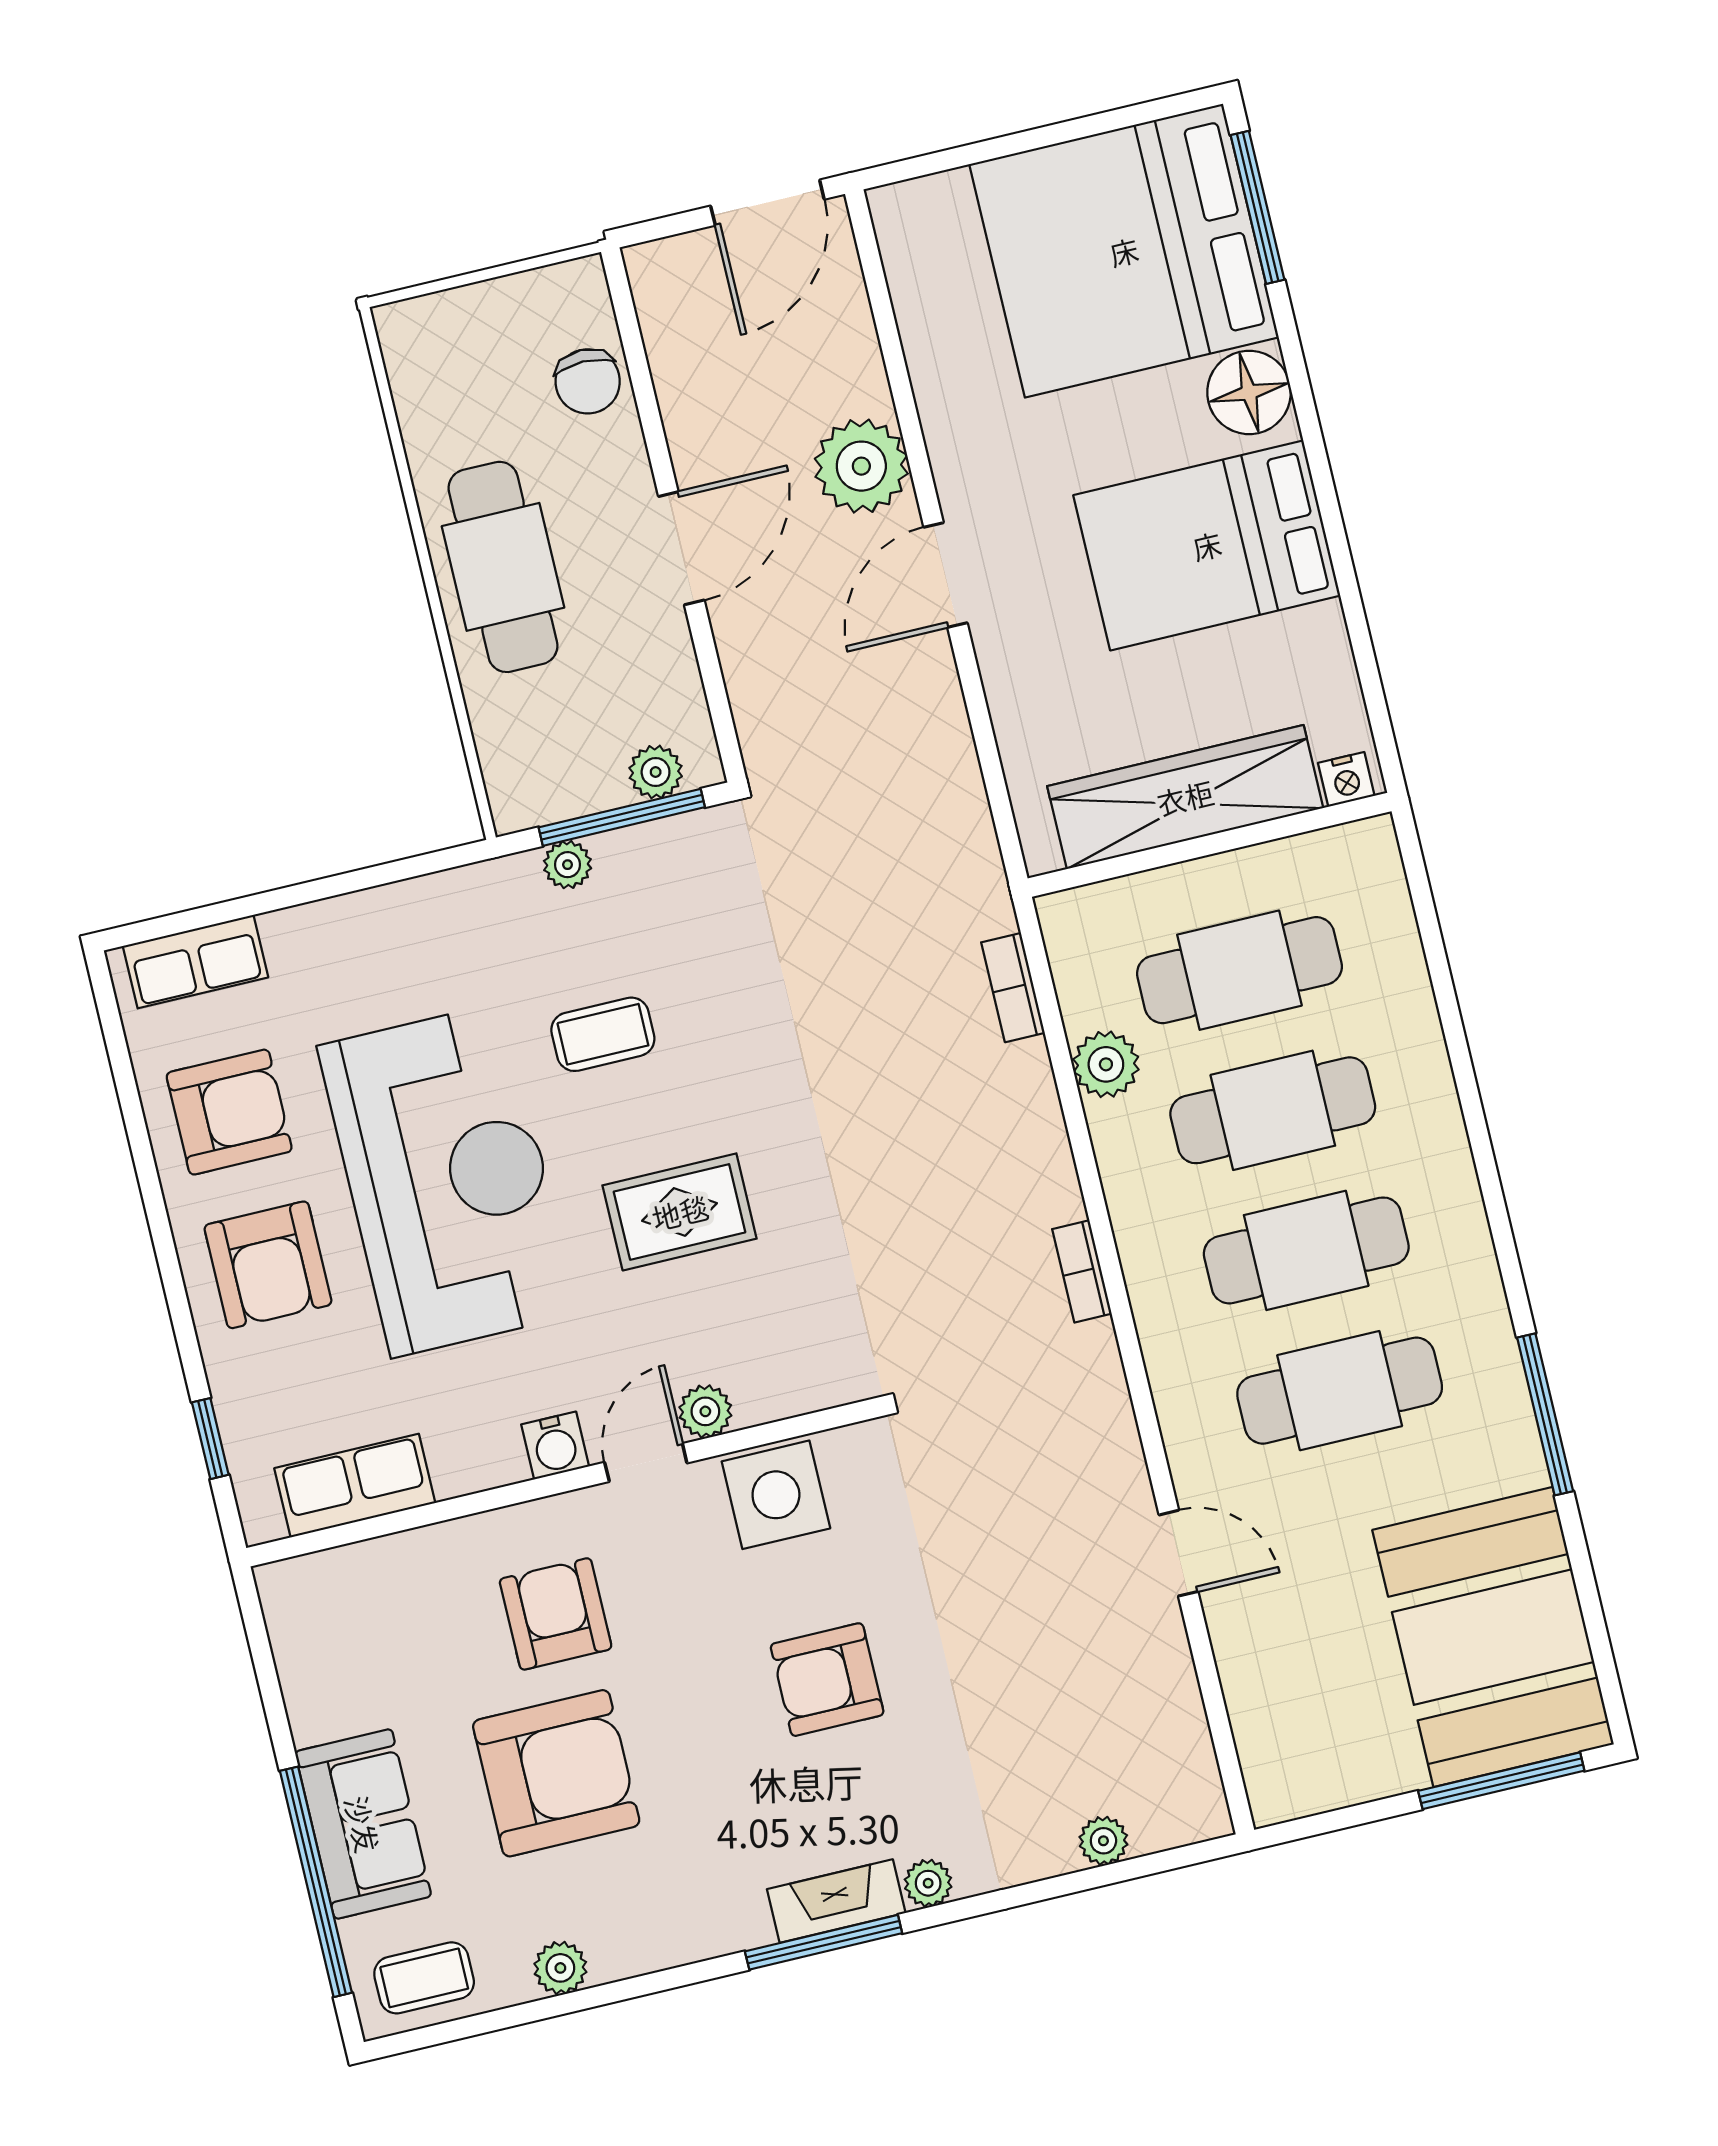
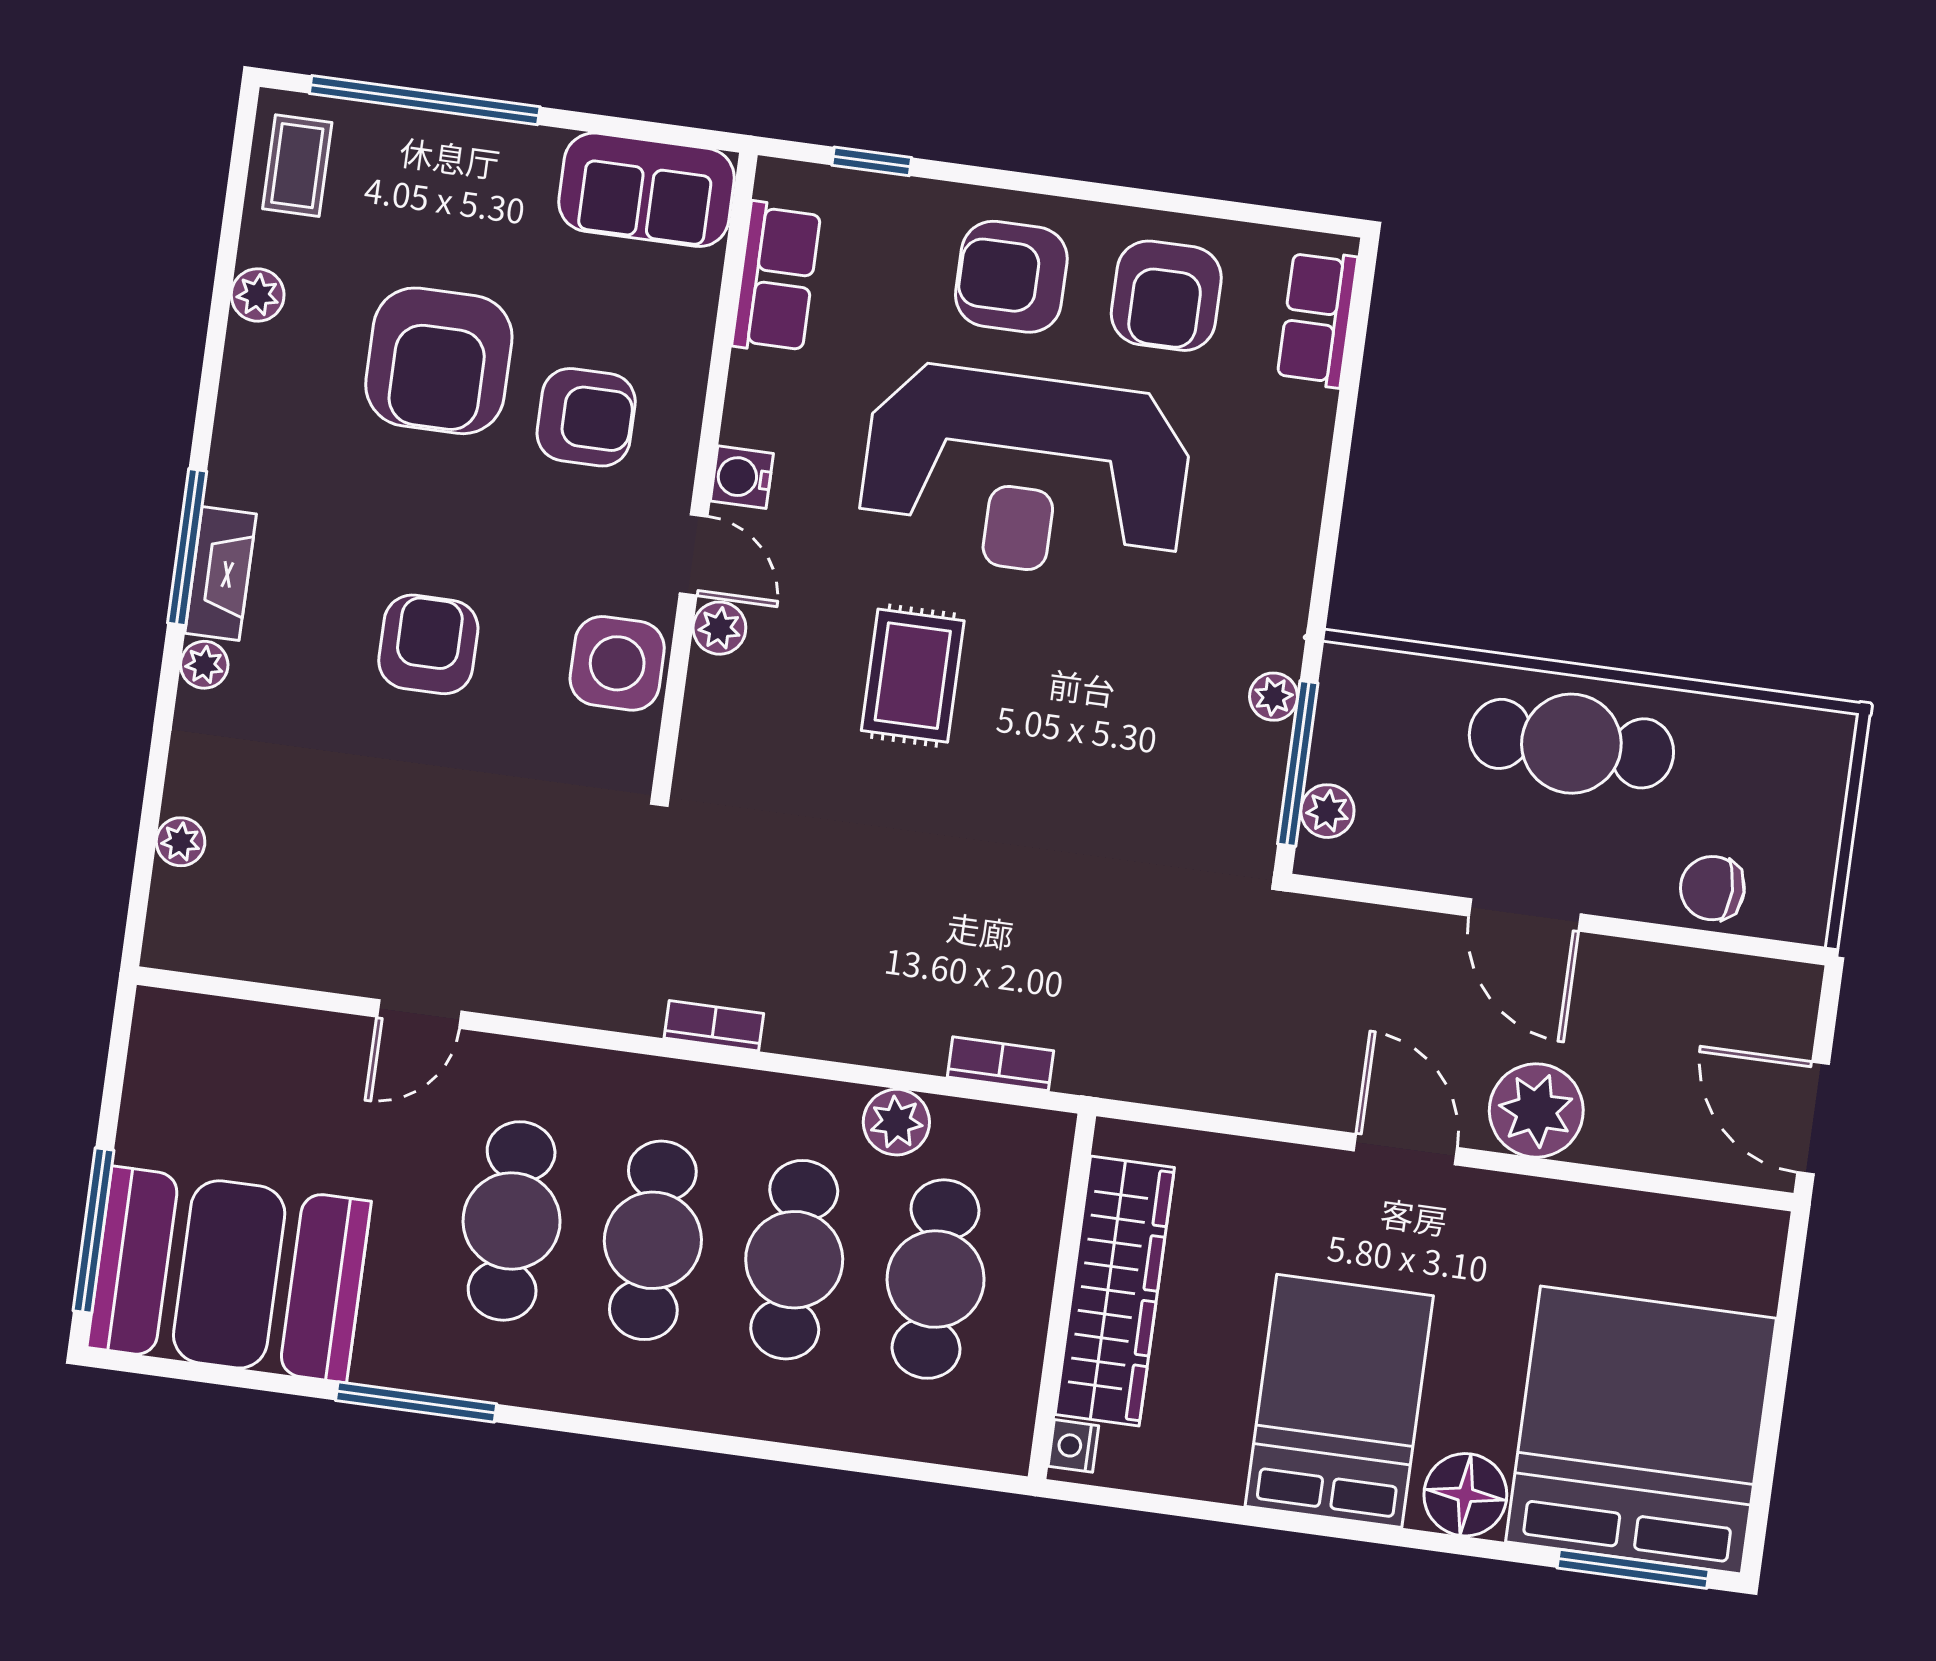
coffee table: (603, 1034) -> (1104, 668), removed
sofa: (363, 1824) -> (647, 190), moved

